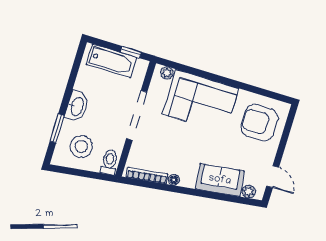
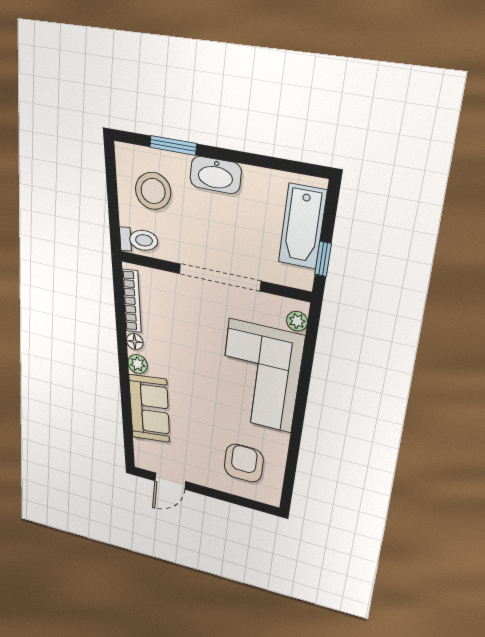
armchair: (259, 123) -> (244, 463), width x0.73, depth x0.73
plant: (249, 192) -> (138, 364), moved

